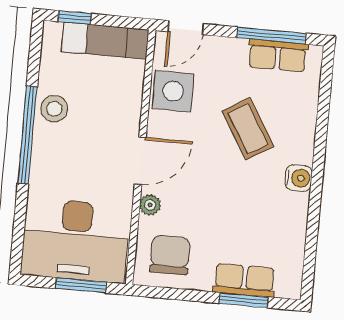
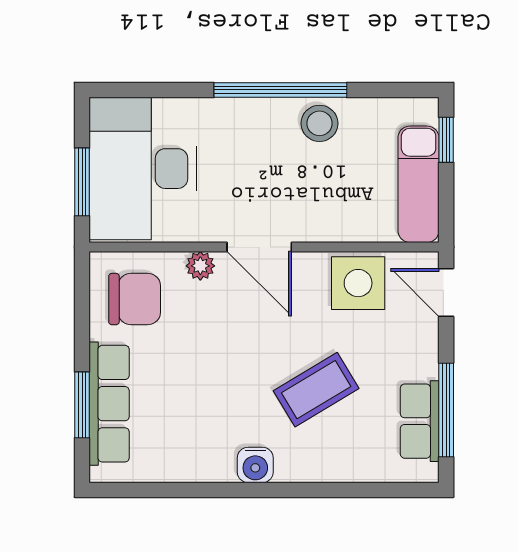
row of seats: (244, 280) -> (109, 404), width x1.48

